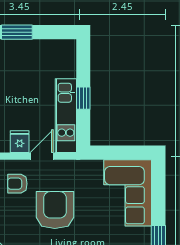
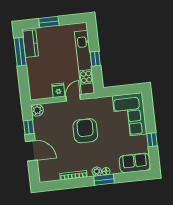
kitchen unit: (66, 116) -> (85, 62), width x1.36
armchair: (17, 184) -> (60, 117), removed

